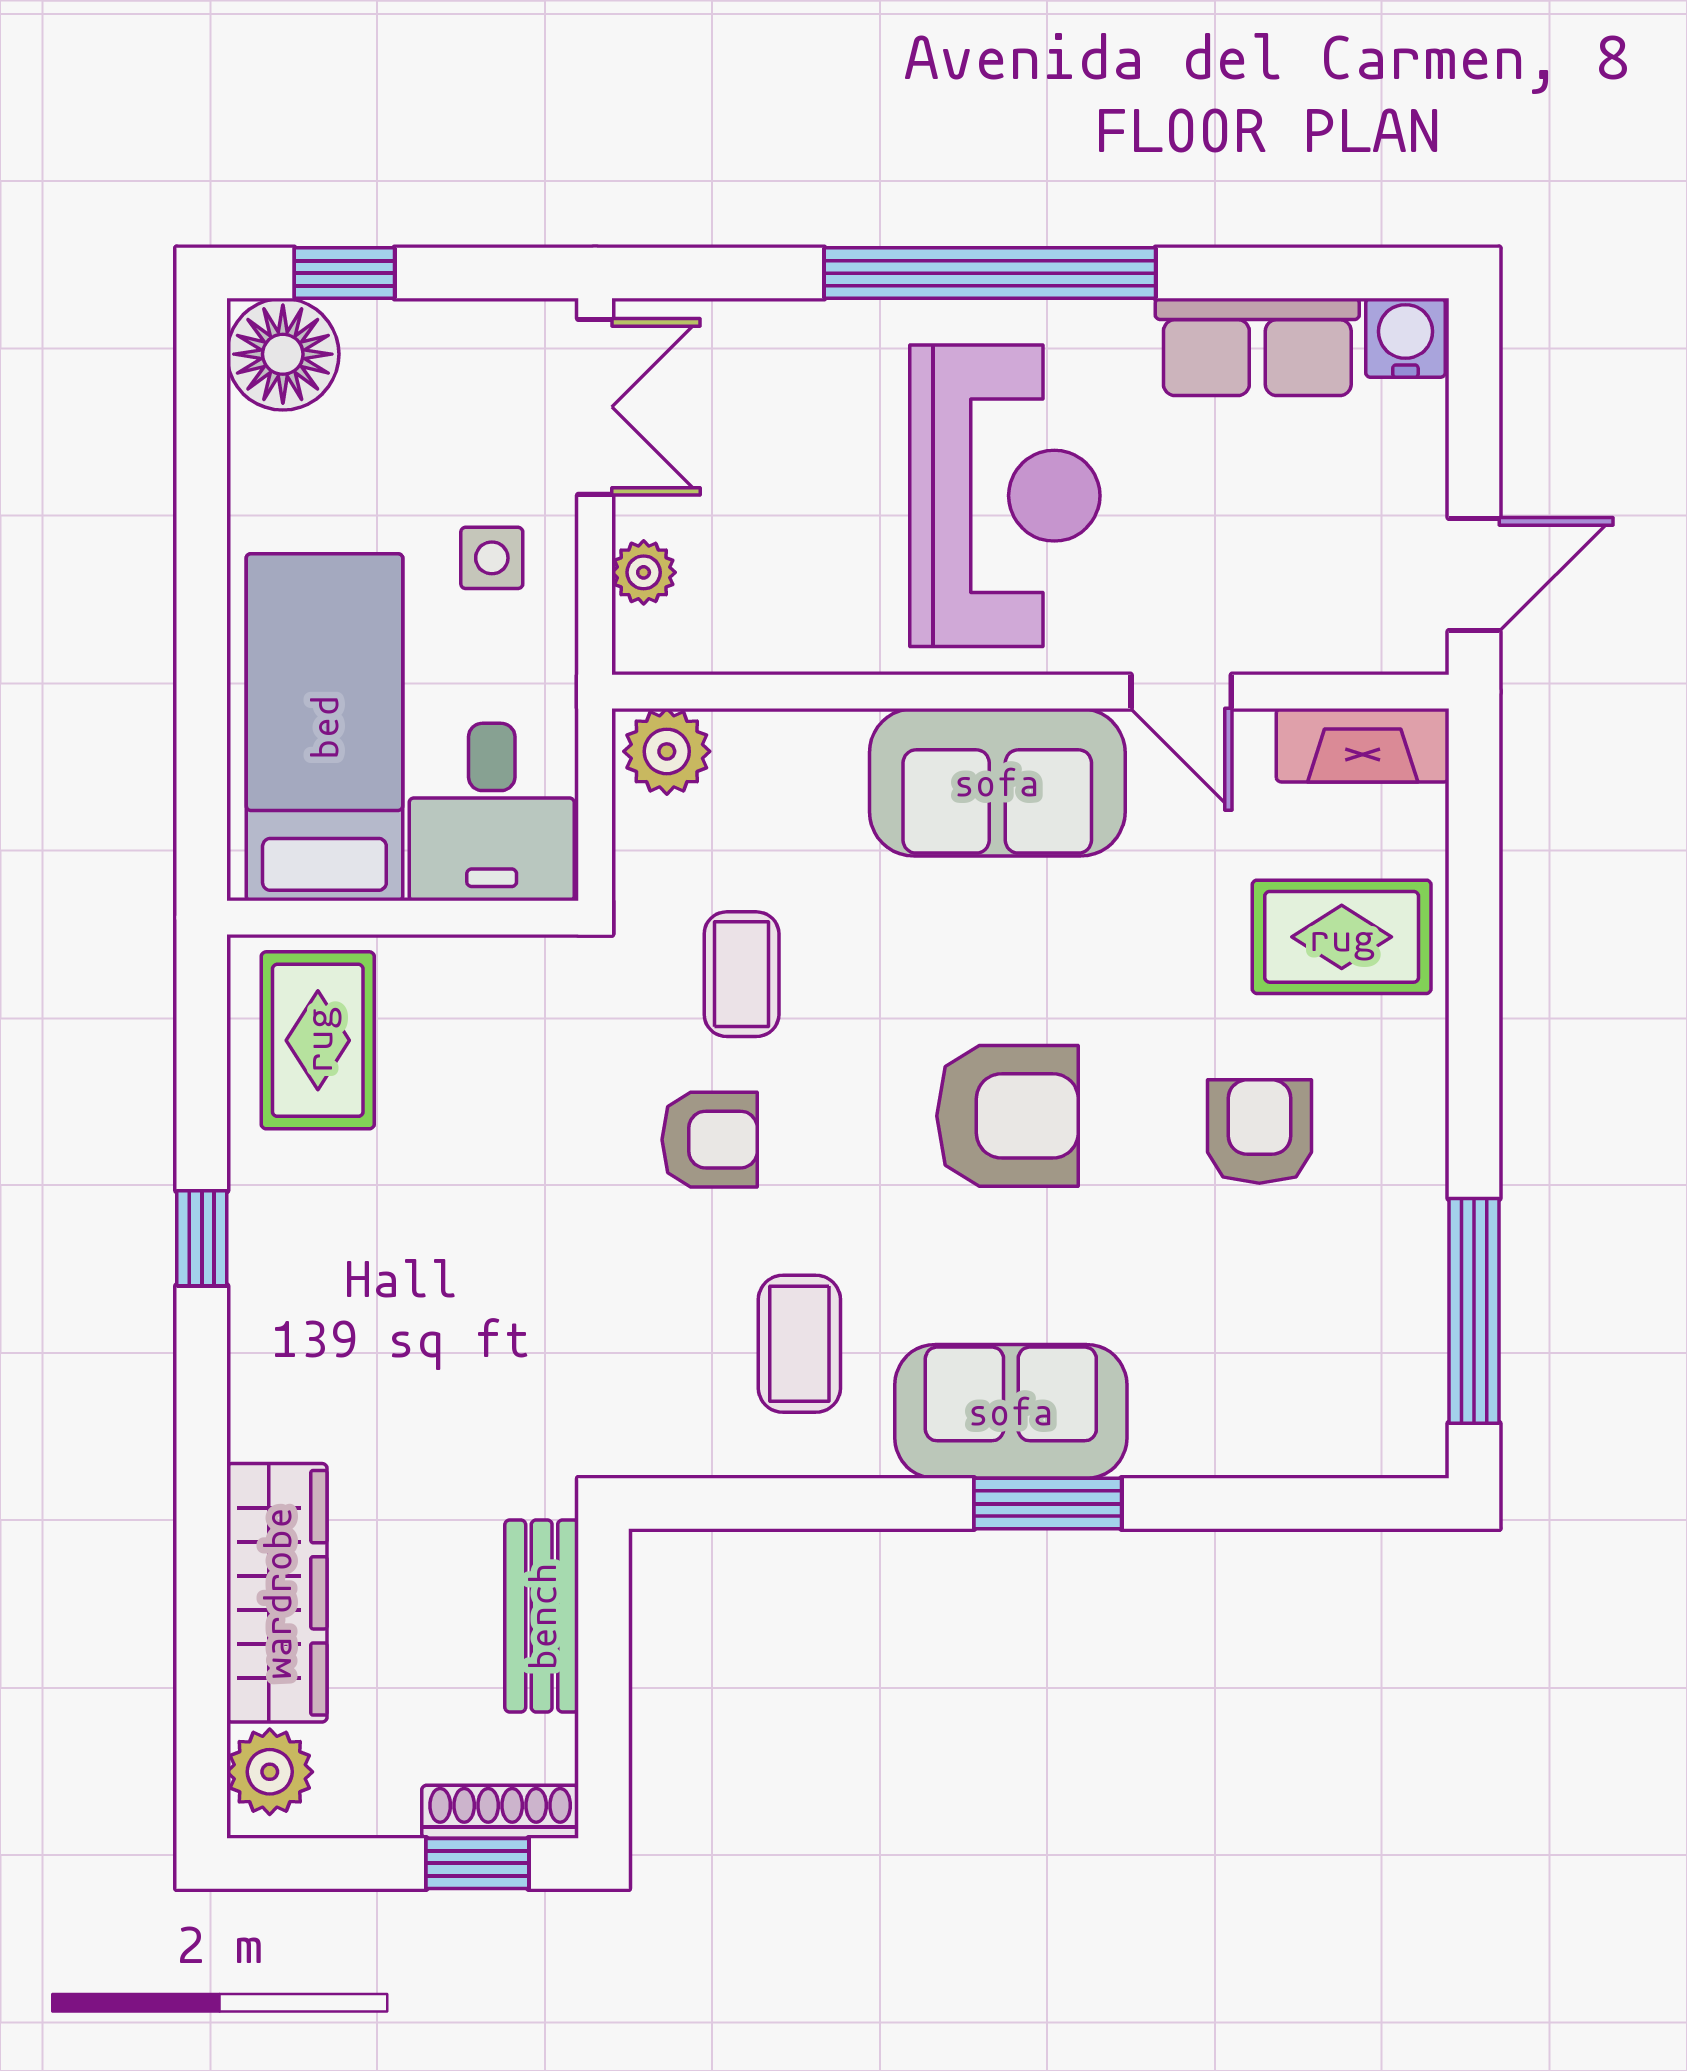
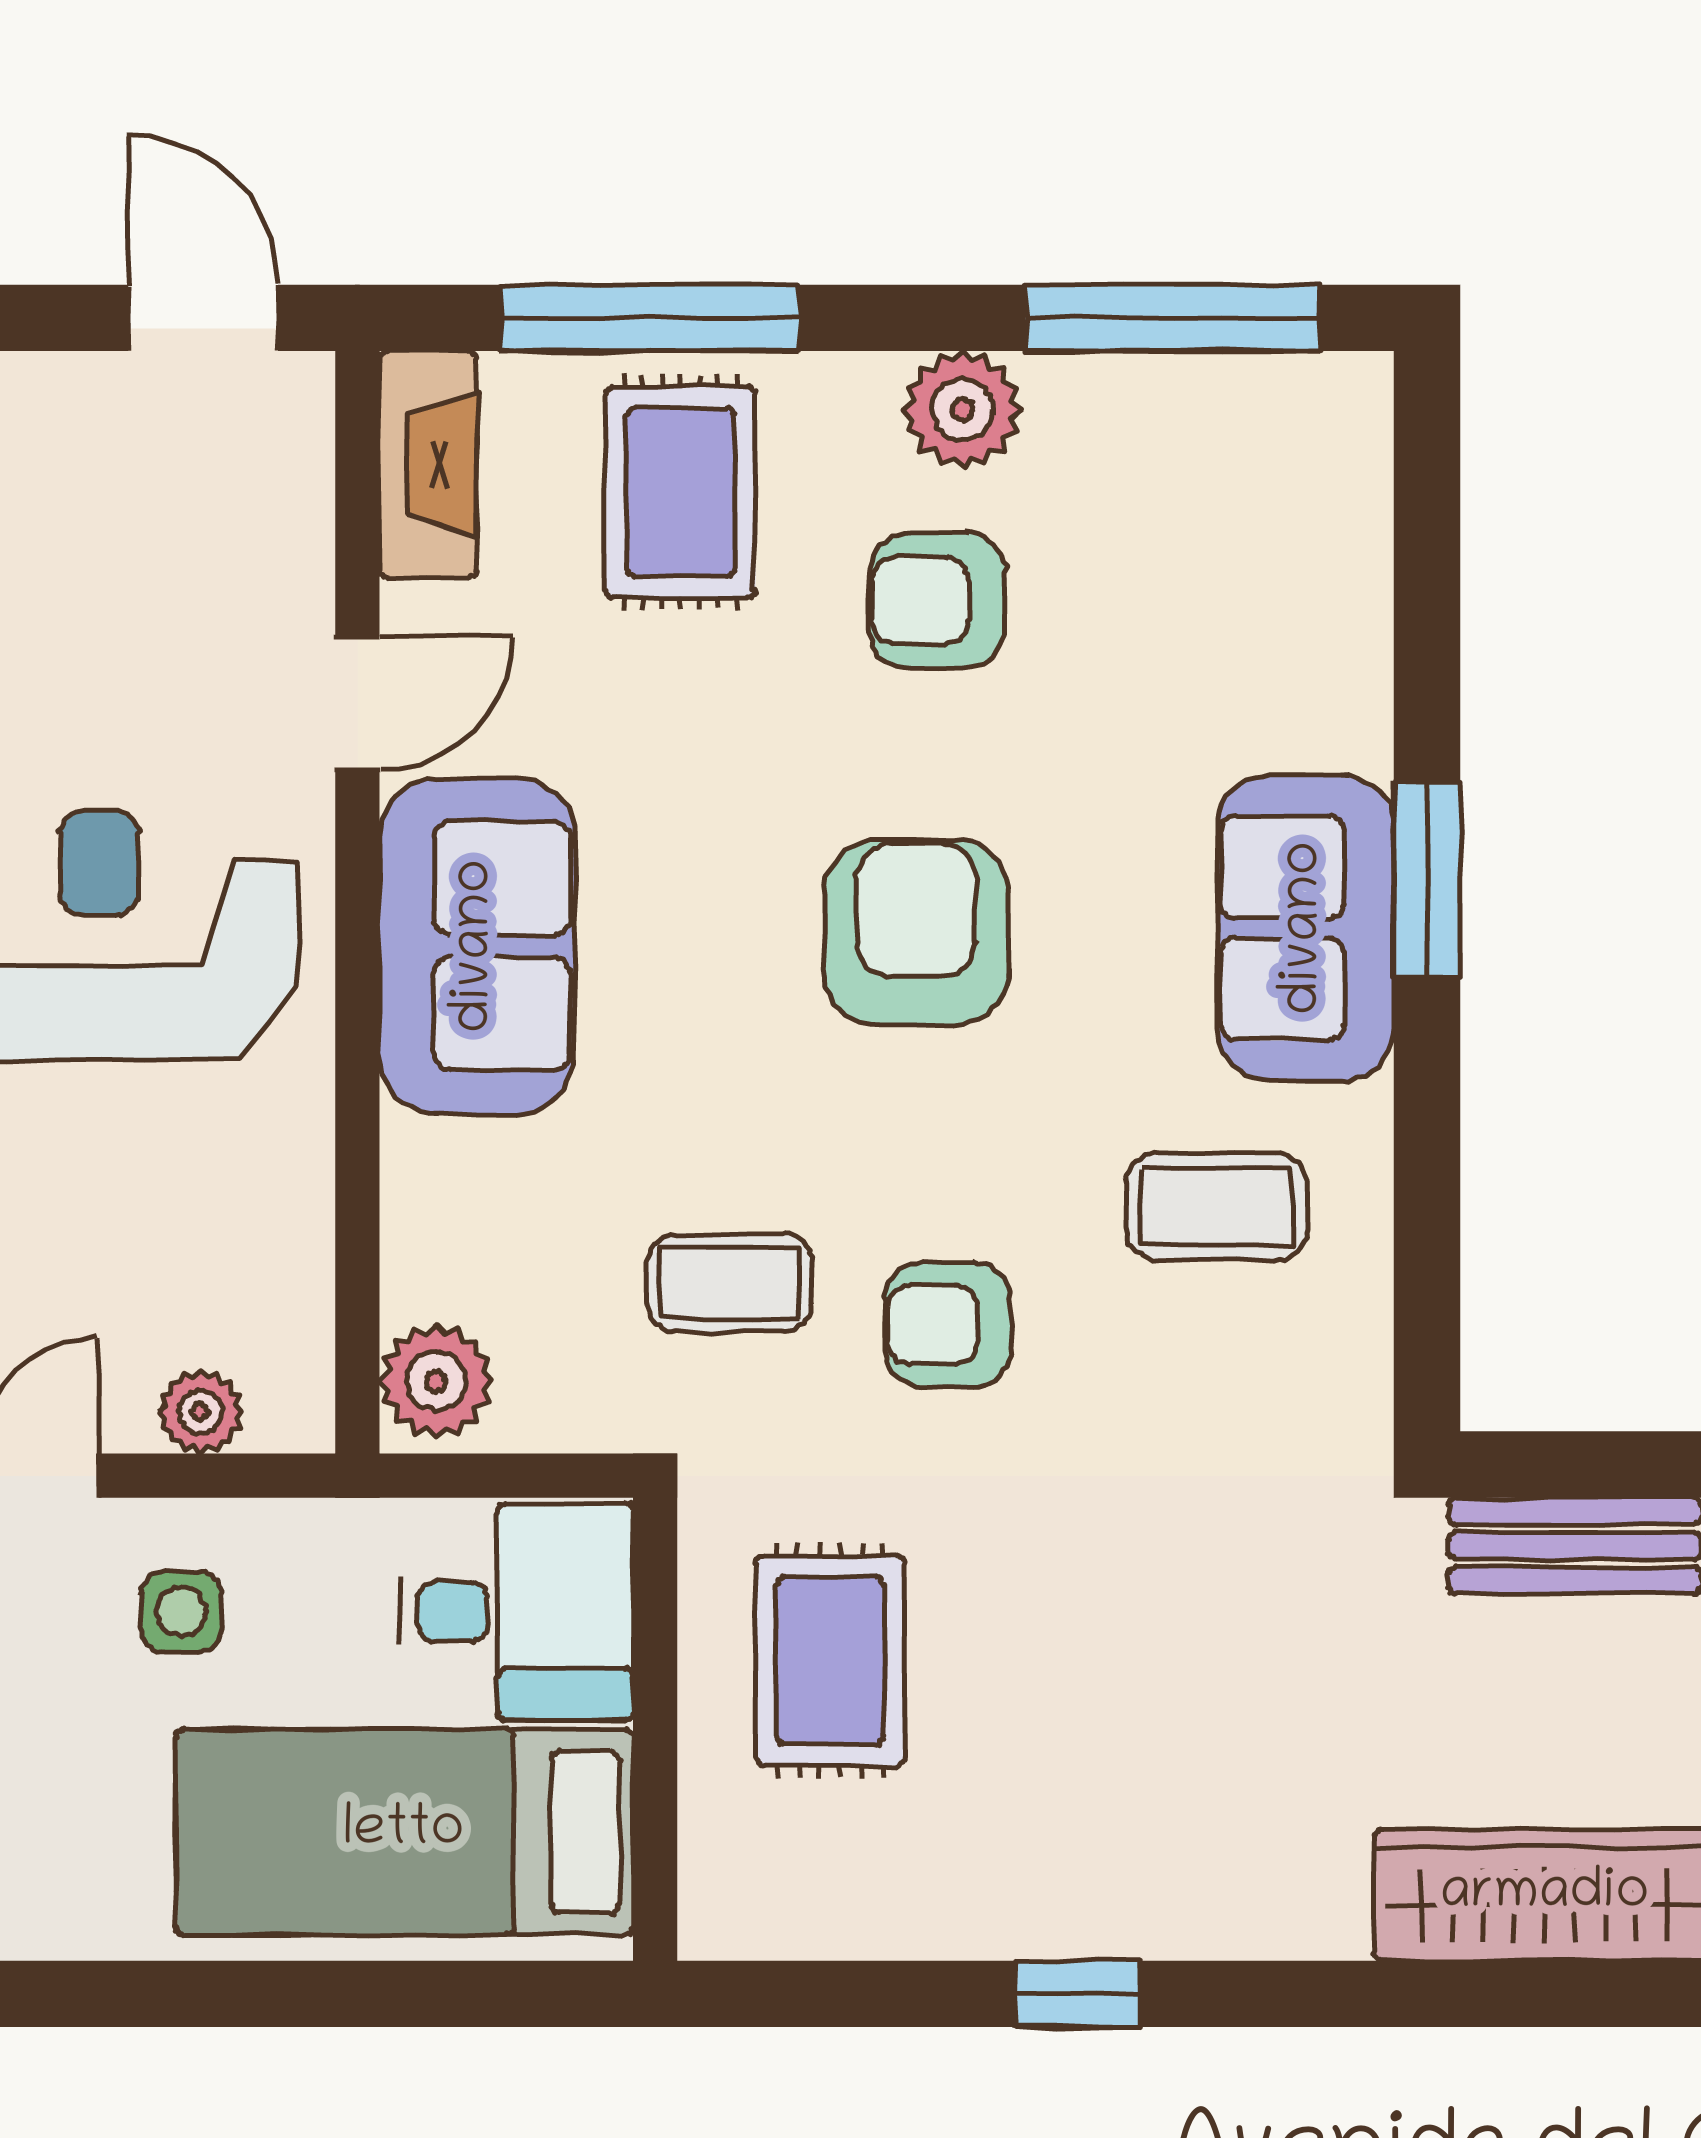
window: (1474, 913) -> (650, 318), added
rug: (318, 1040) -> (830, 1661), moved, turned 90
armchair: (710, 1140) -> (948, 1325), turned -90
plant: (1404, 1151) -> (962, 409), added

